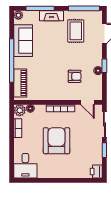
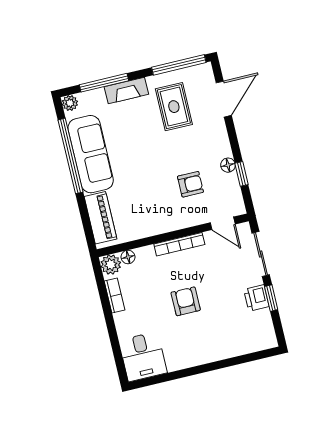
sofa: (23, 41) -> (91, 154), width x1.36
window: (12, 60) -> (70, 156), moved
window: (104, 66) -> (242, 174), moved
armchair: (56, 141) -> (186, 301), width x0.53, depth x0.53
printer: (96, 172) -> (256, 298), moved

